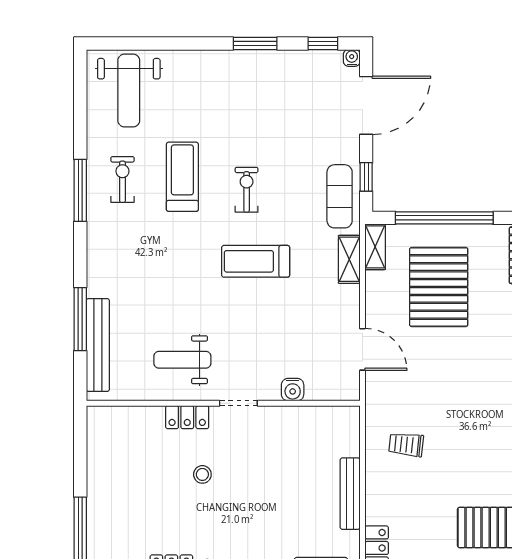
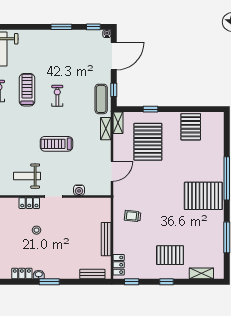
window: (444, 218) -> (151, 109), width x0.32
treadmill: (256, 261) -> (56, 144), moved
door: (362, 349) -> (112, 171), hinge flipped

